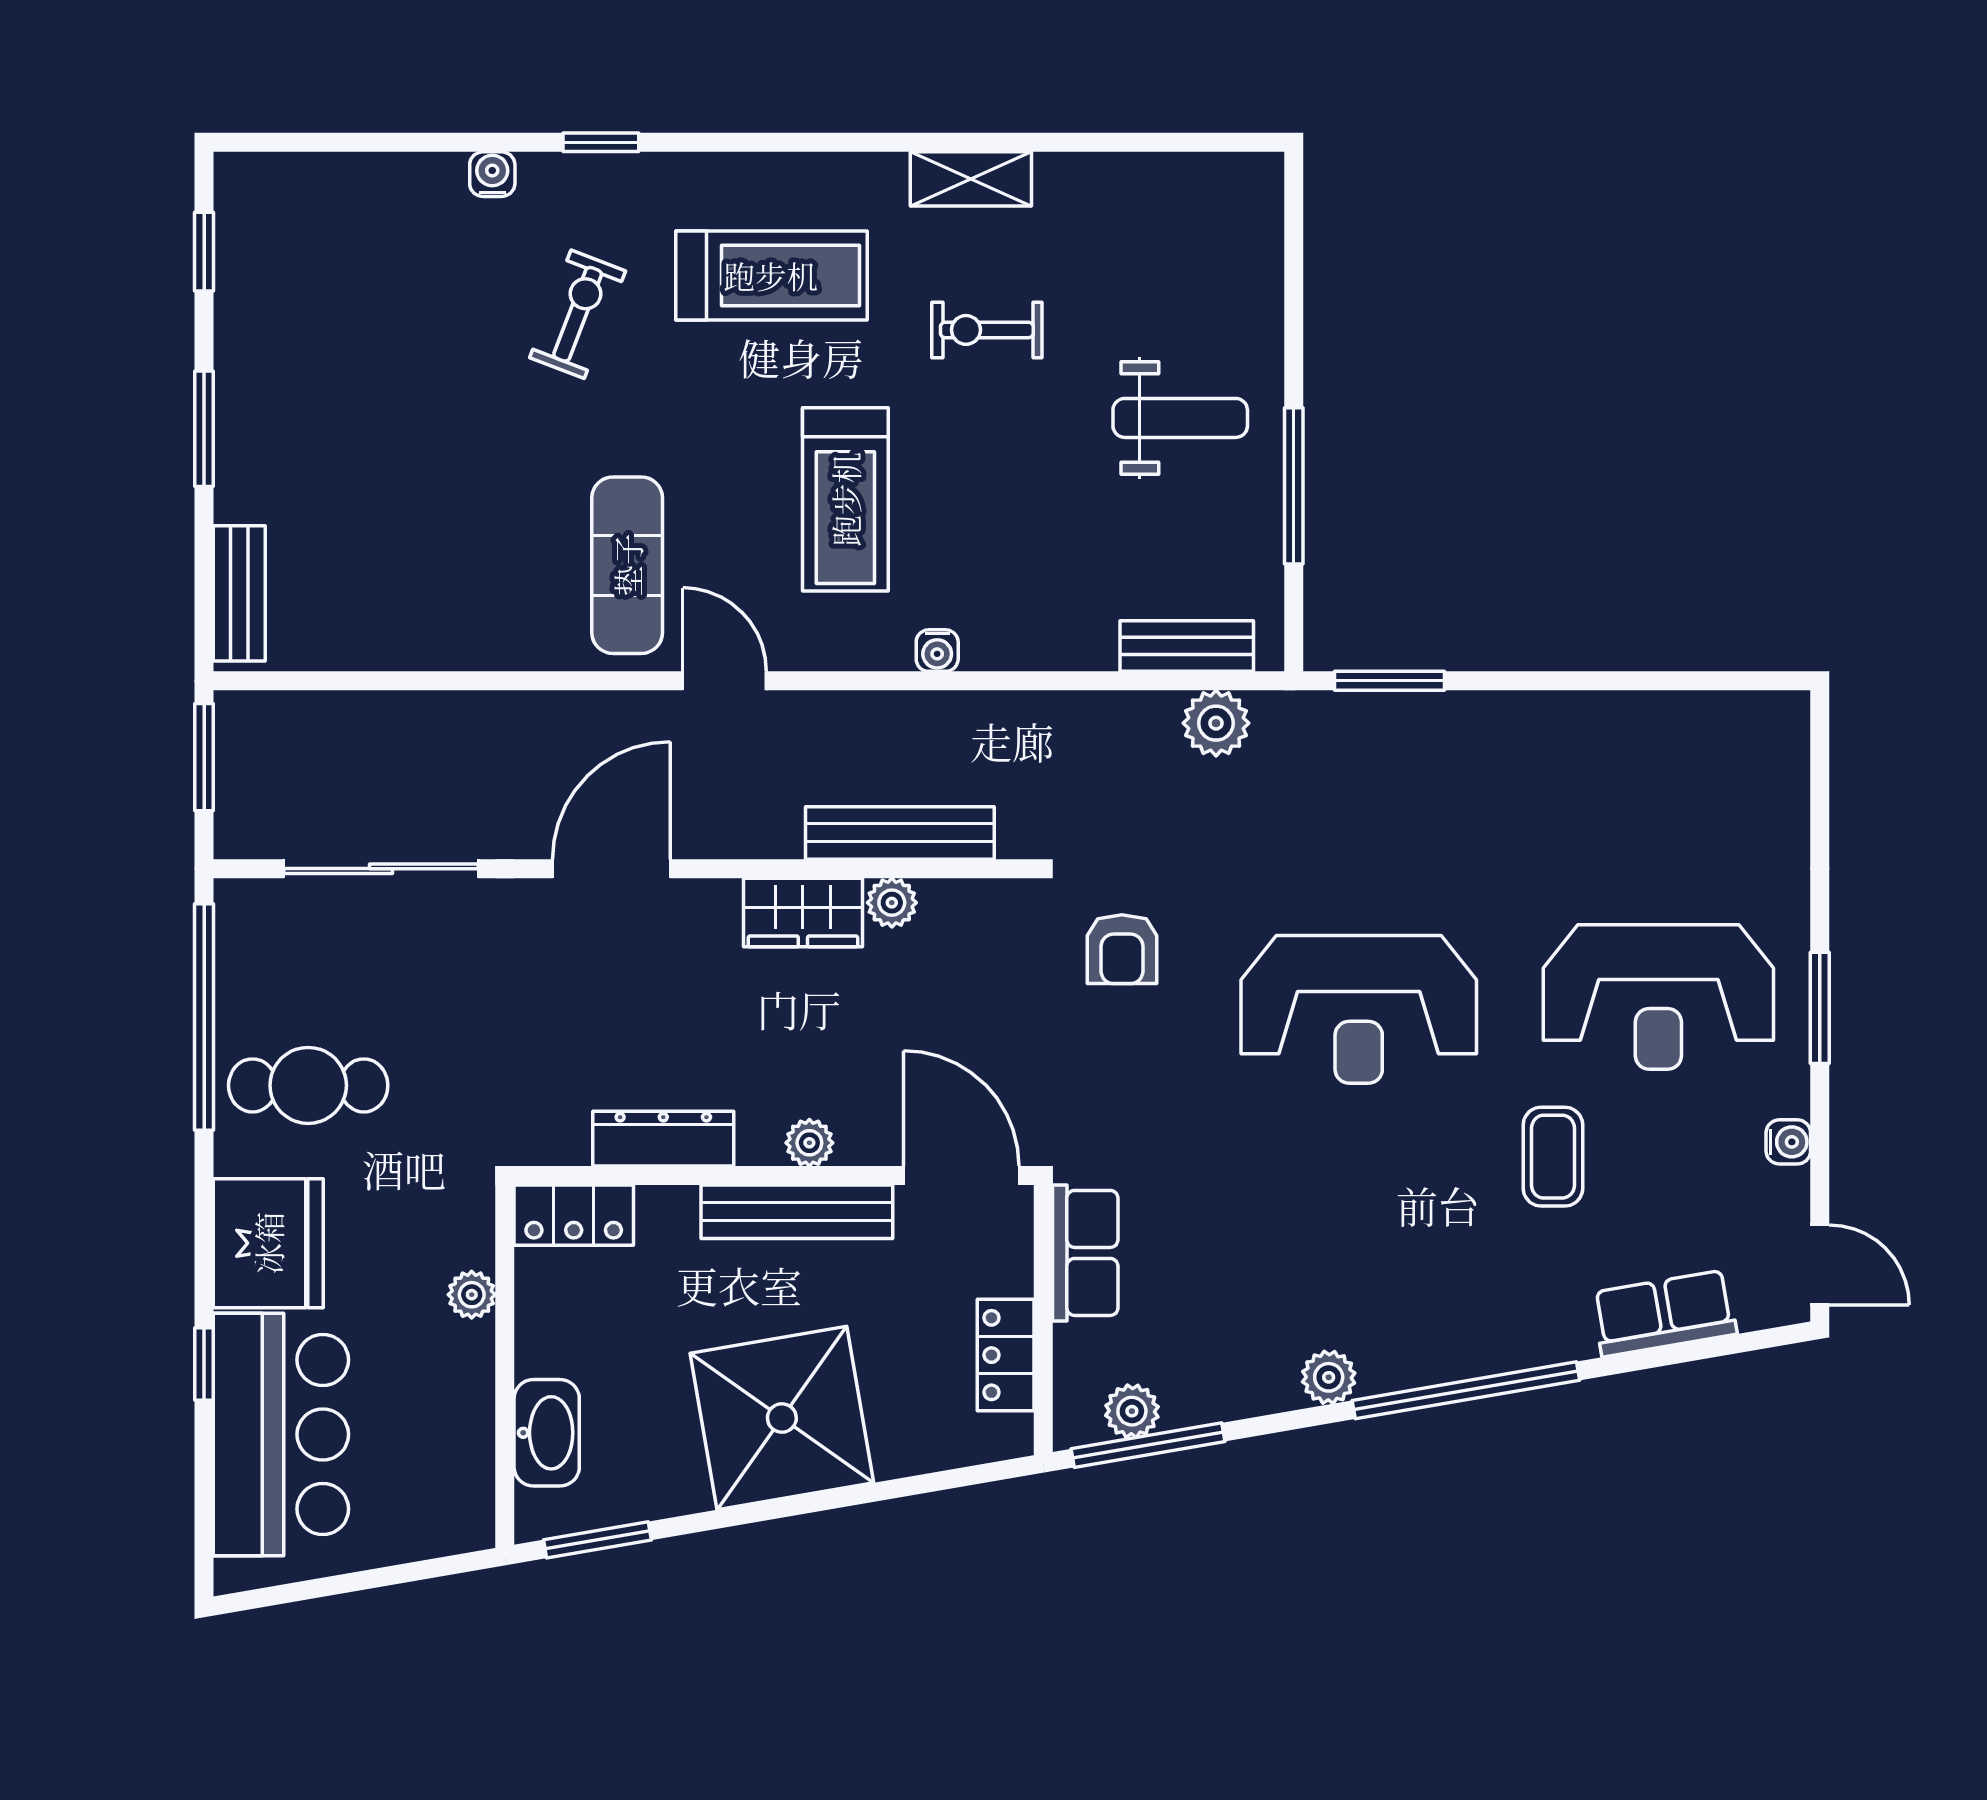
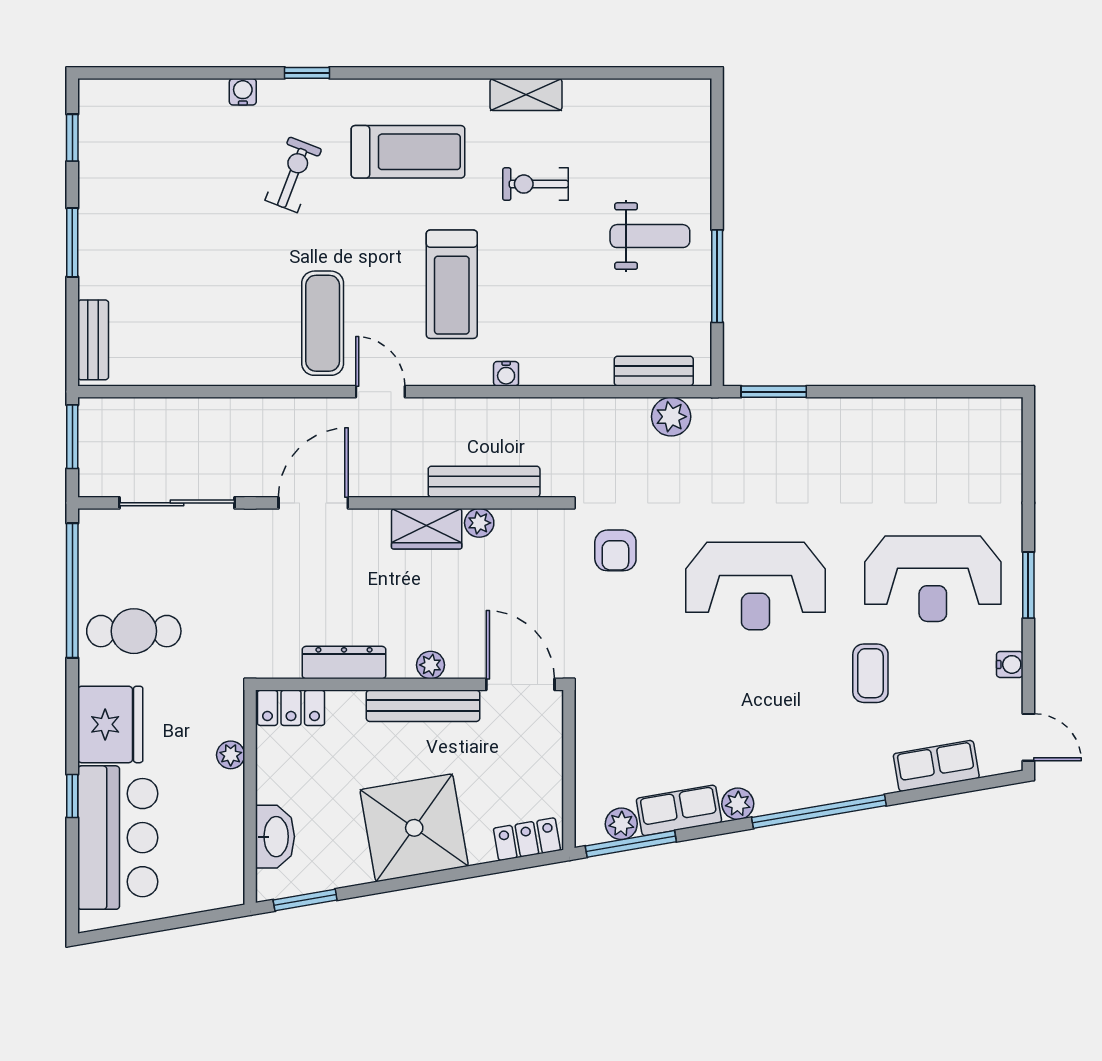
row of seats: (1085, 1253) -> (679, 810), moved, turned -100
locker: (1006, 1355) -> (527, 839), moved, turned 80

